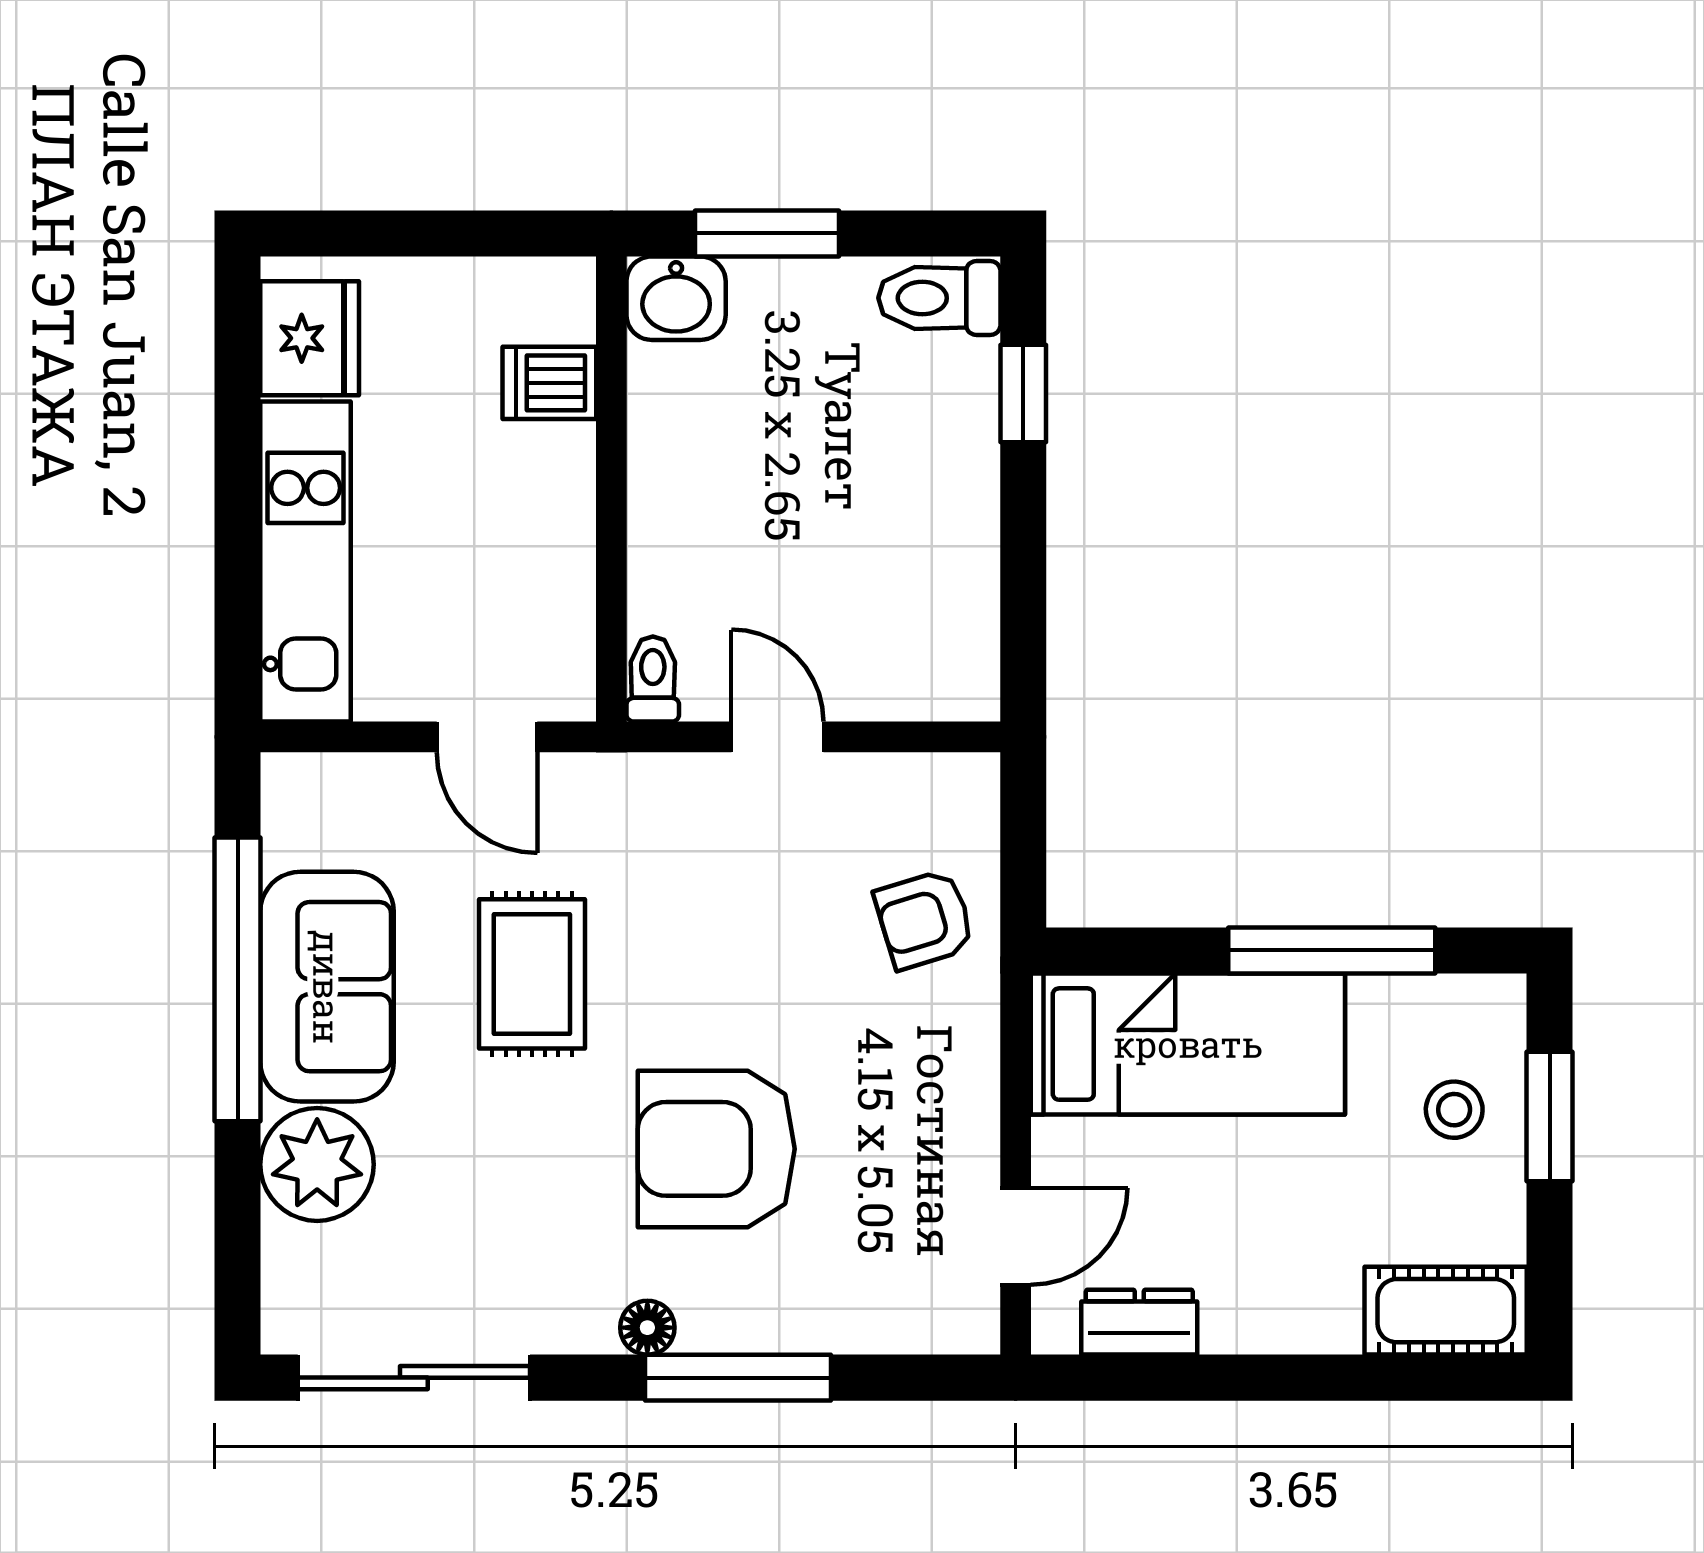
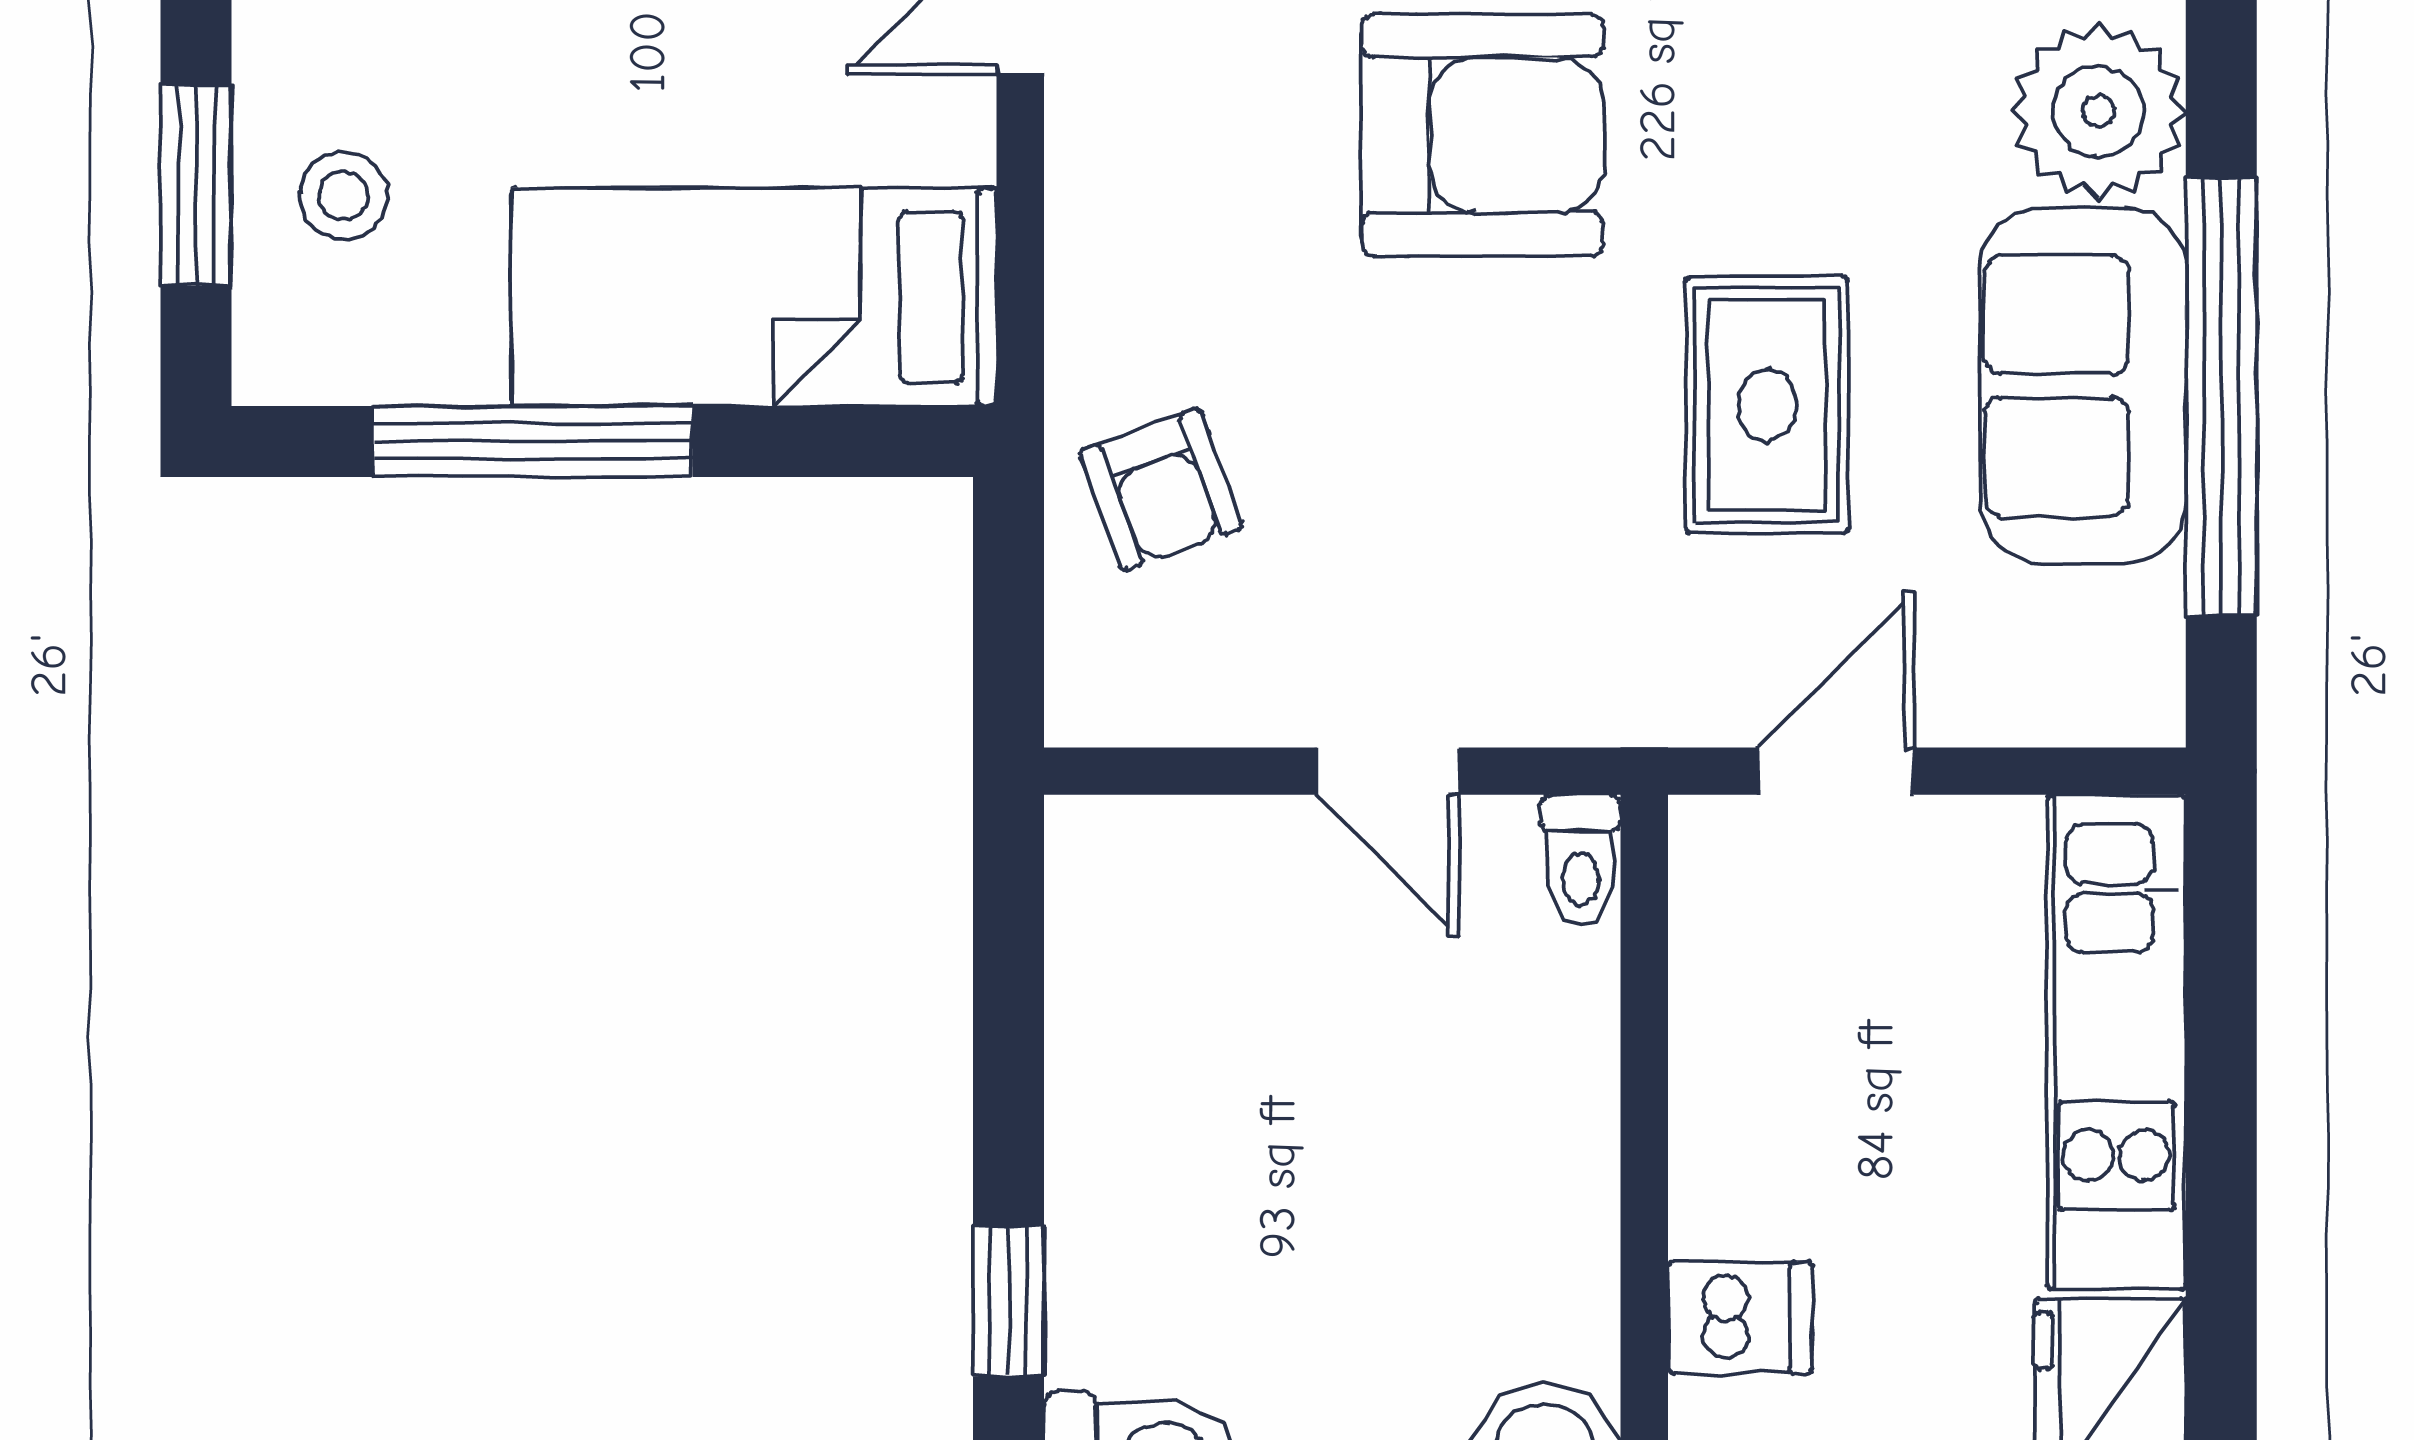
door: (487, 737) -> (1836, 771), hinge flipped
armchair: (924, 919) -> (1161, 489), turned 87

